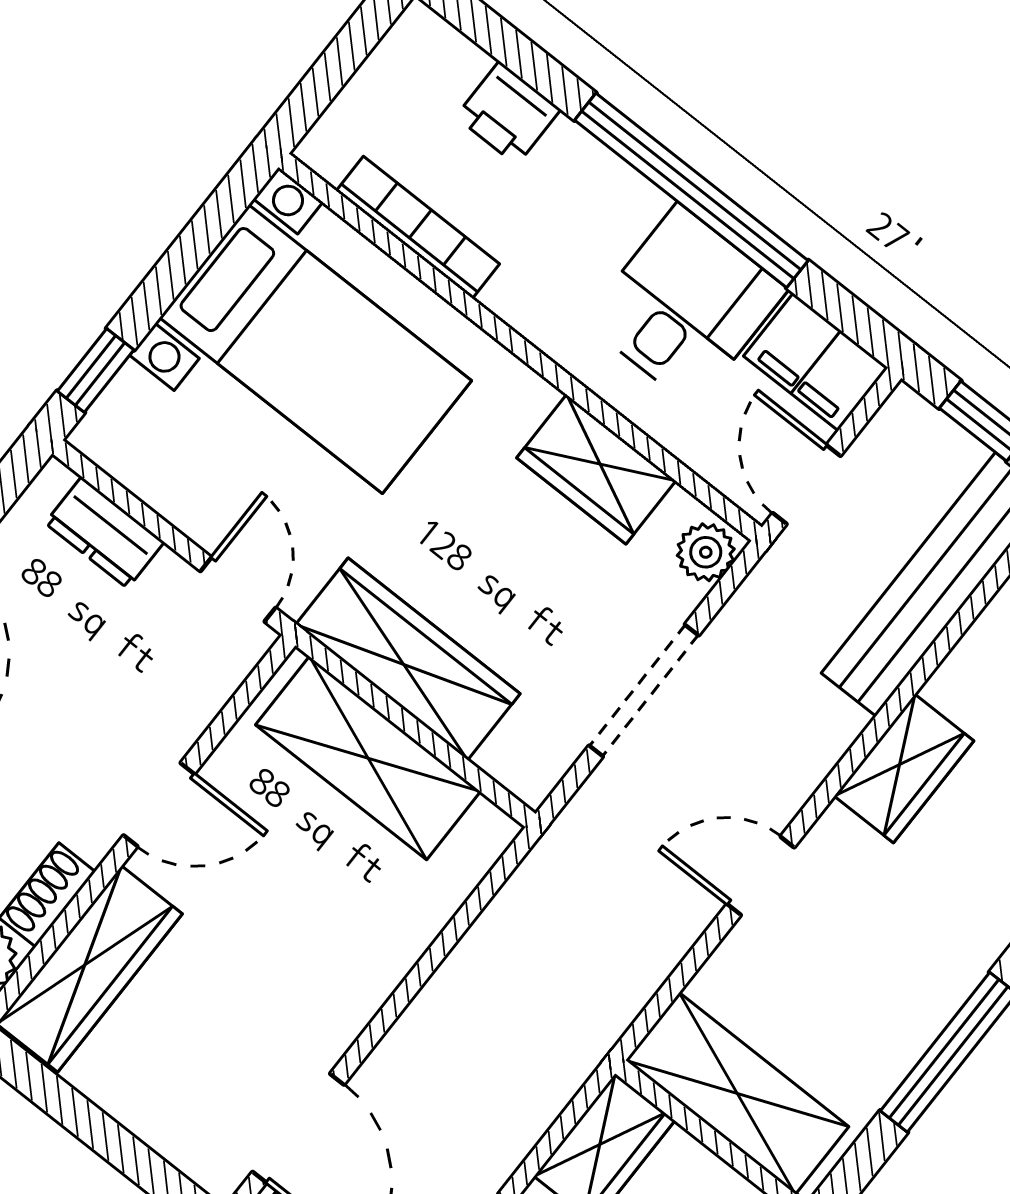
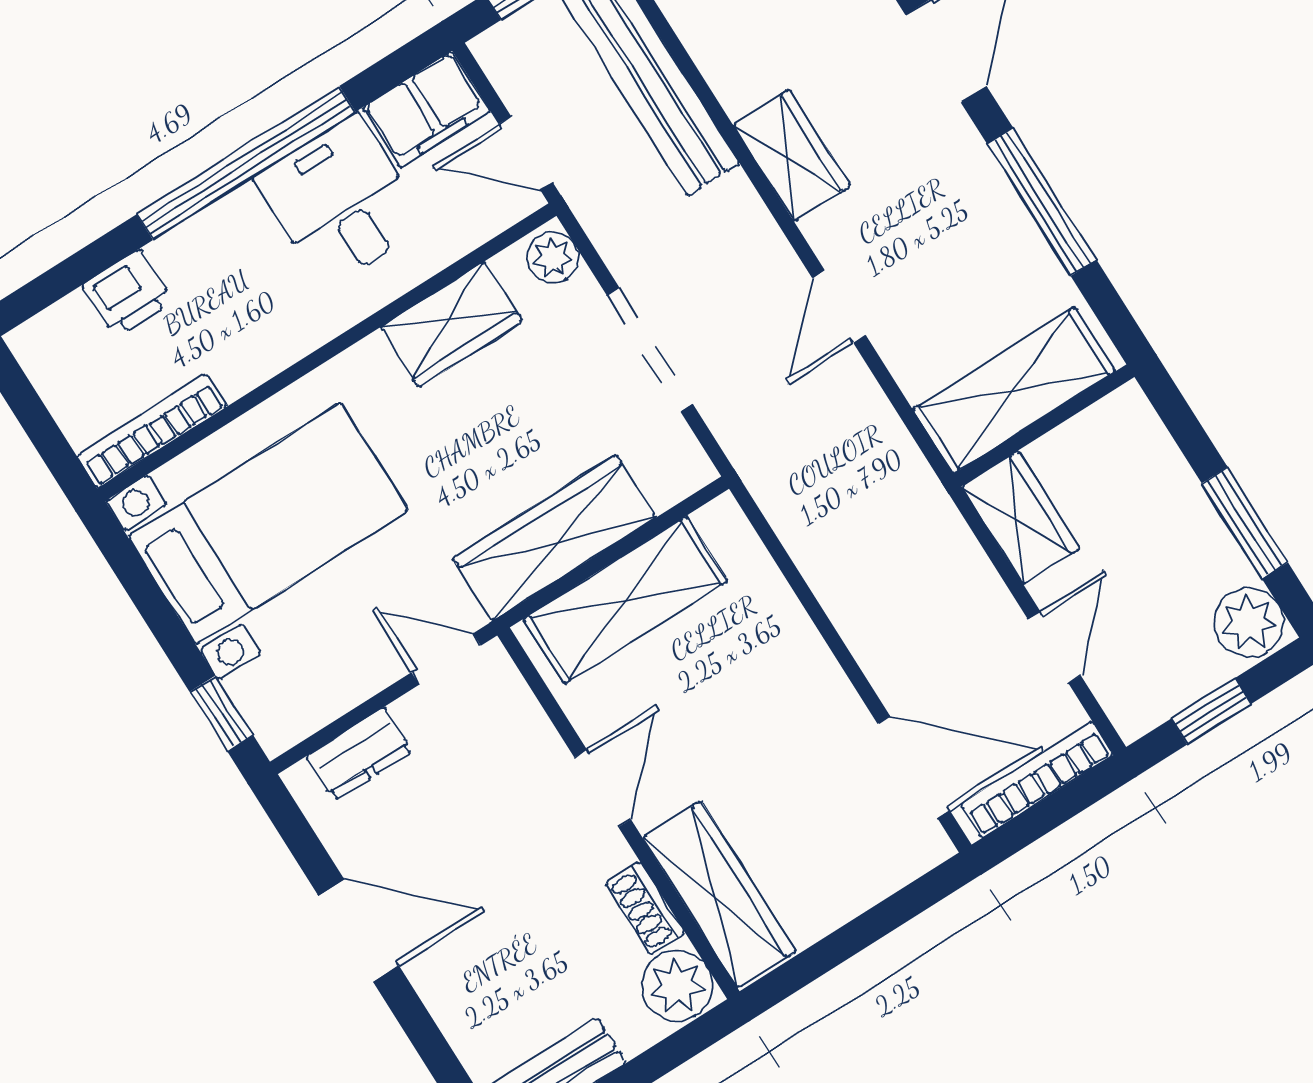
bookcase: (418, 227) -> (152, 431), moved

